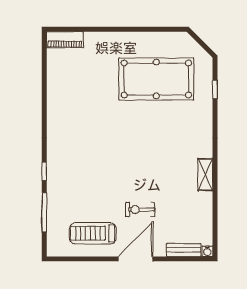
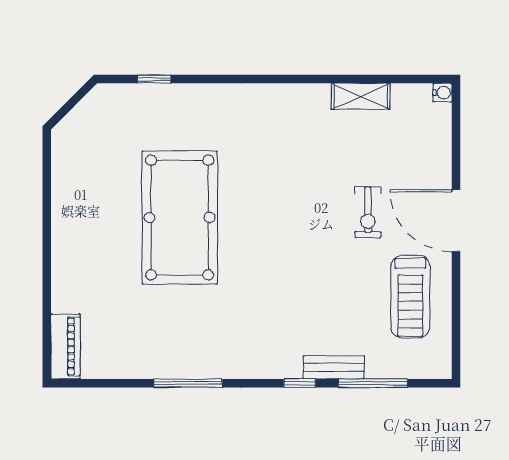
pool table: (156, 79) -> (180, 218), moved
window: (44, 109) -> (188, 383), added
shelving: (205, 175) -> (361, 96), moved
bench: (184, 250) -> (334, 367), moved, turned 90

